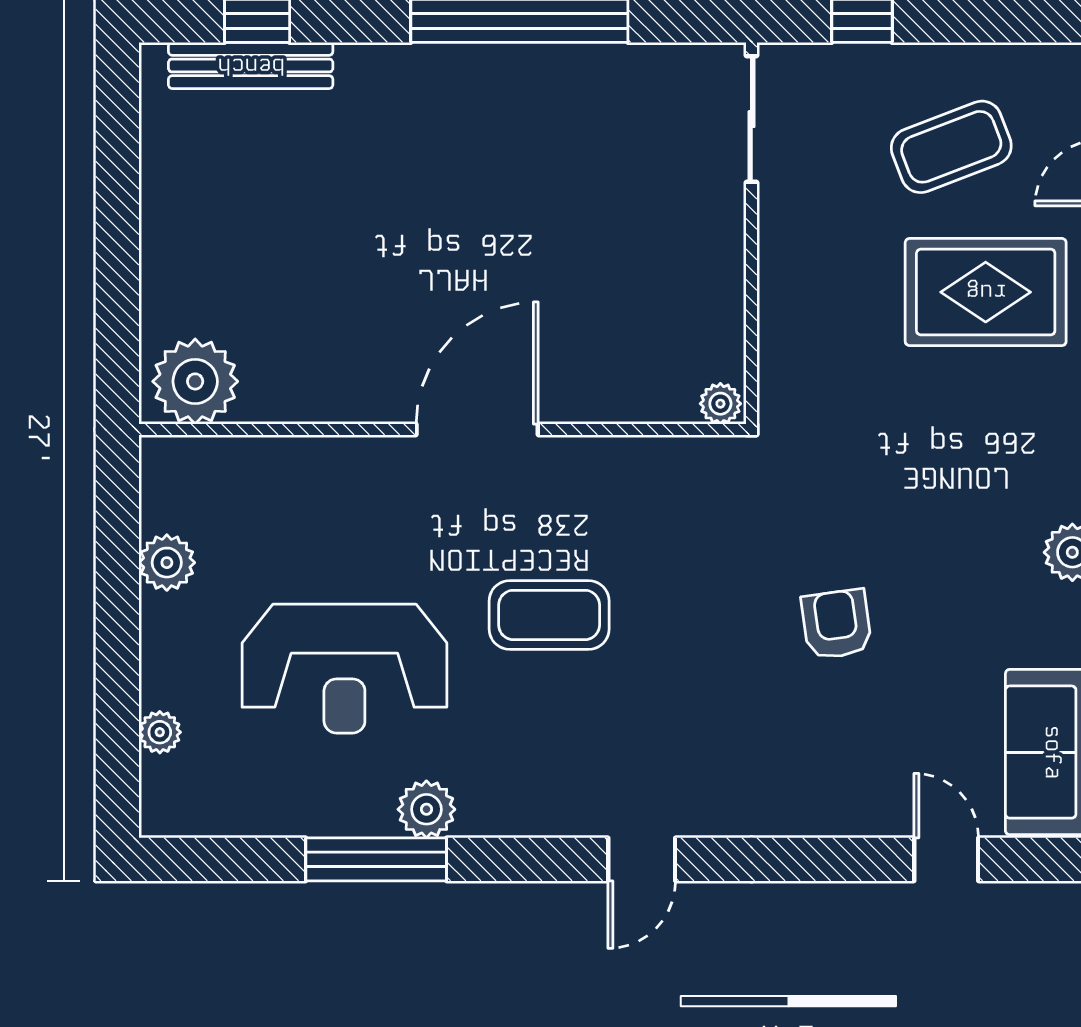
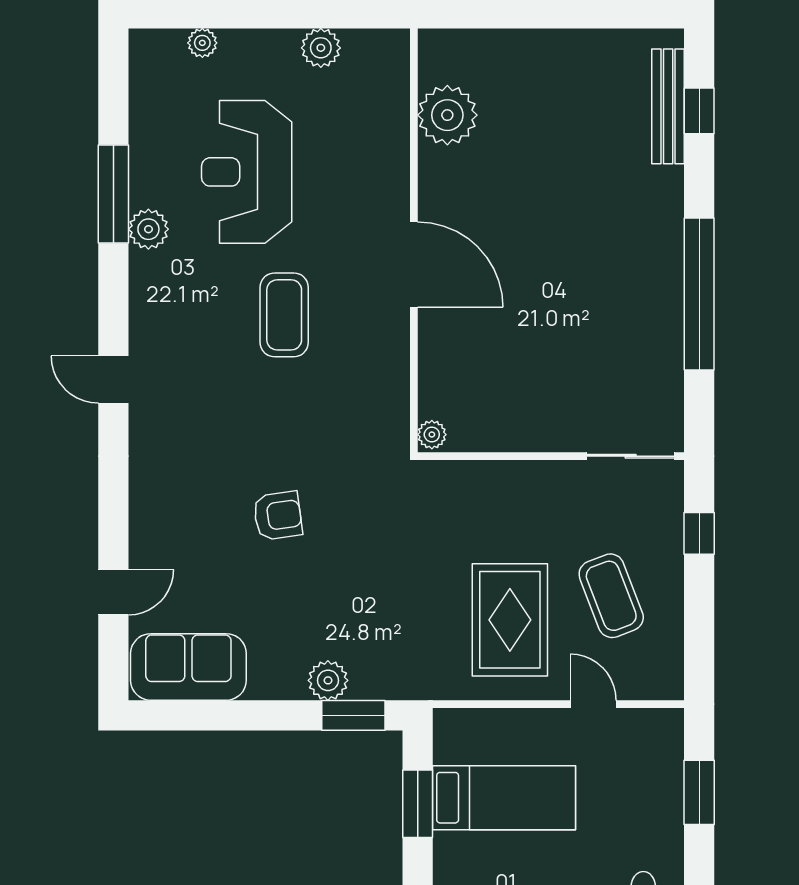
plant: (195, 381) -> (447, 115), moved

